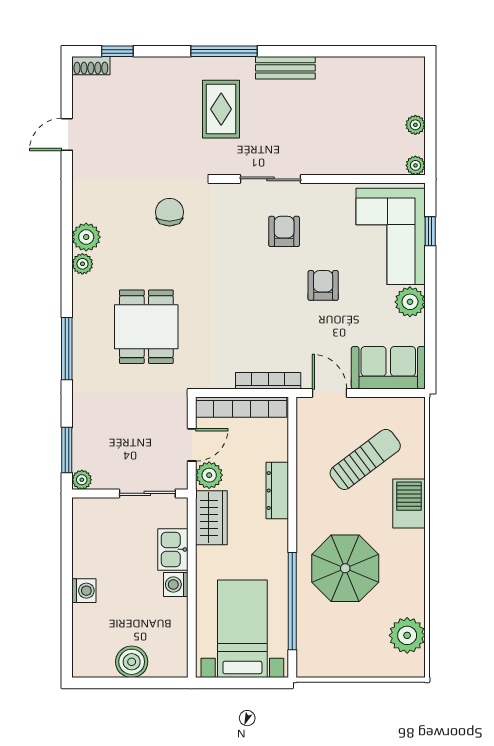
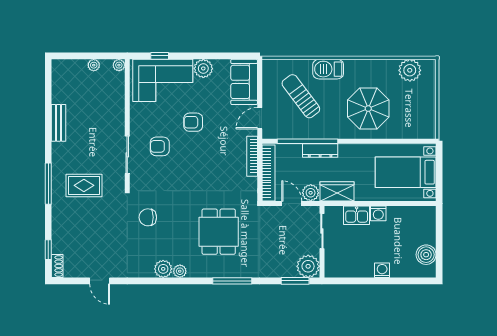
bench: (285, 68) -> (58, 123), moved
dining table: (146, 327) -> (219, 232), turned 90
plant: (82, 480) -> (308, 266), width x1.87, depth x1.87
window: (292, 601) -> (307, 141), moved
boiler: (132, 662) -> (426, 255), moved

